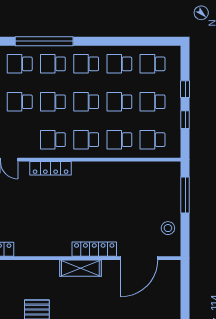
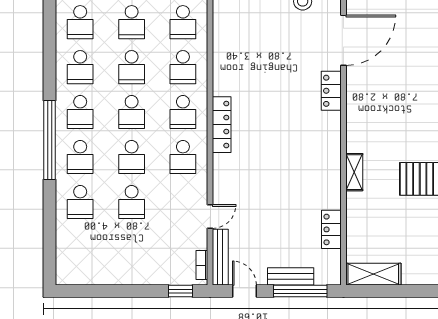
window: (44, 41) -> (50, 140), moved
locker: (51, 168) -> (222, 125), moved
locker: (94, 249) -> (331, 91), width x0.66
door: (139, 258) -> (343, 40), hinge flipped
shelving: (80, 268) -> (354, 172), moved, width x0.67, depth x0.75

